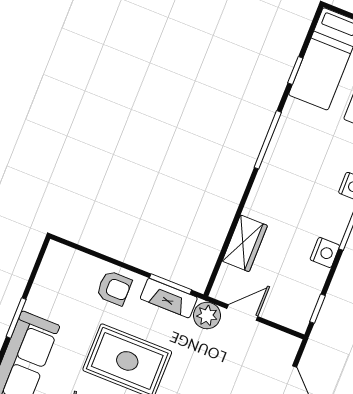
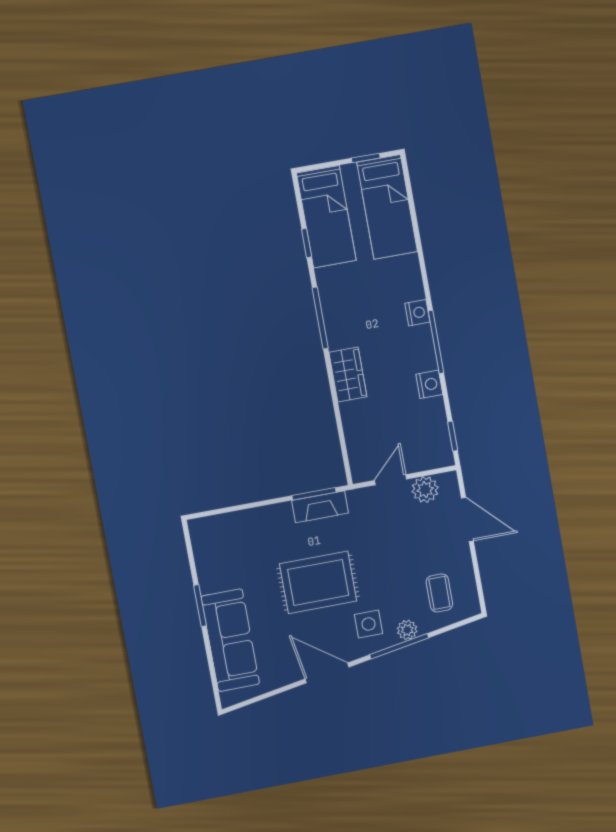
wardrobe: (245, 243) -> (348, 375), moved
armchair: (114, 288) -> (268, 528), removed
plant: (207, 315) -> (425, 490), moved

